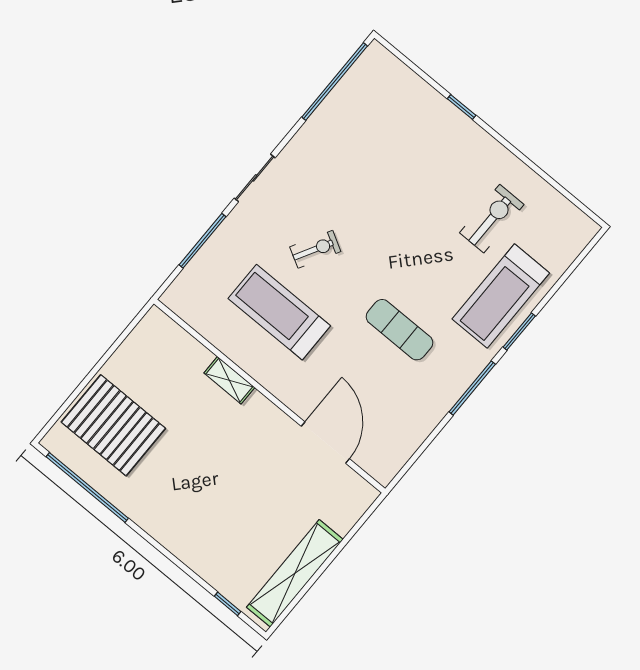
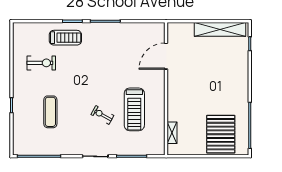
exercise bike: (492, 219) -> (41, 63), turned 180
treadmill: (501, 296) -> (65, 38), width x0.73, depth x0.73
exercise mat: (400, 330) -> (50, 112), moved
shelving: (229, 380) -> (172, 133), moved

